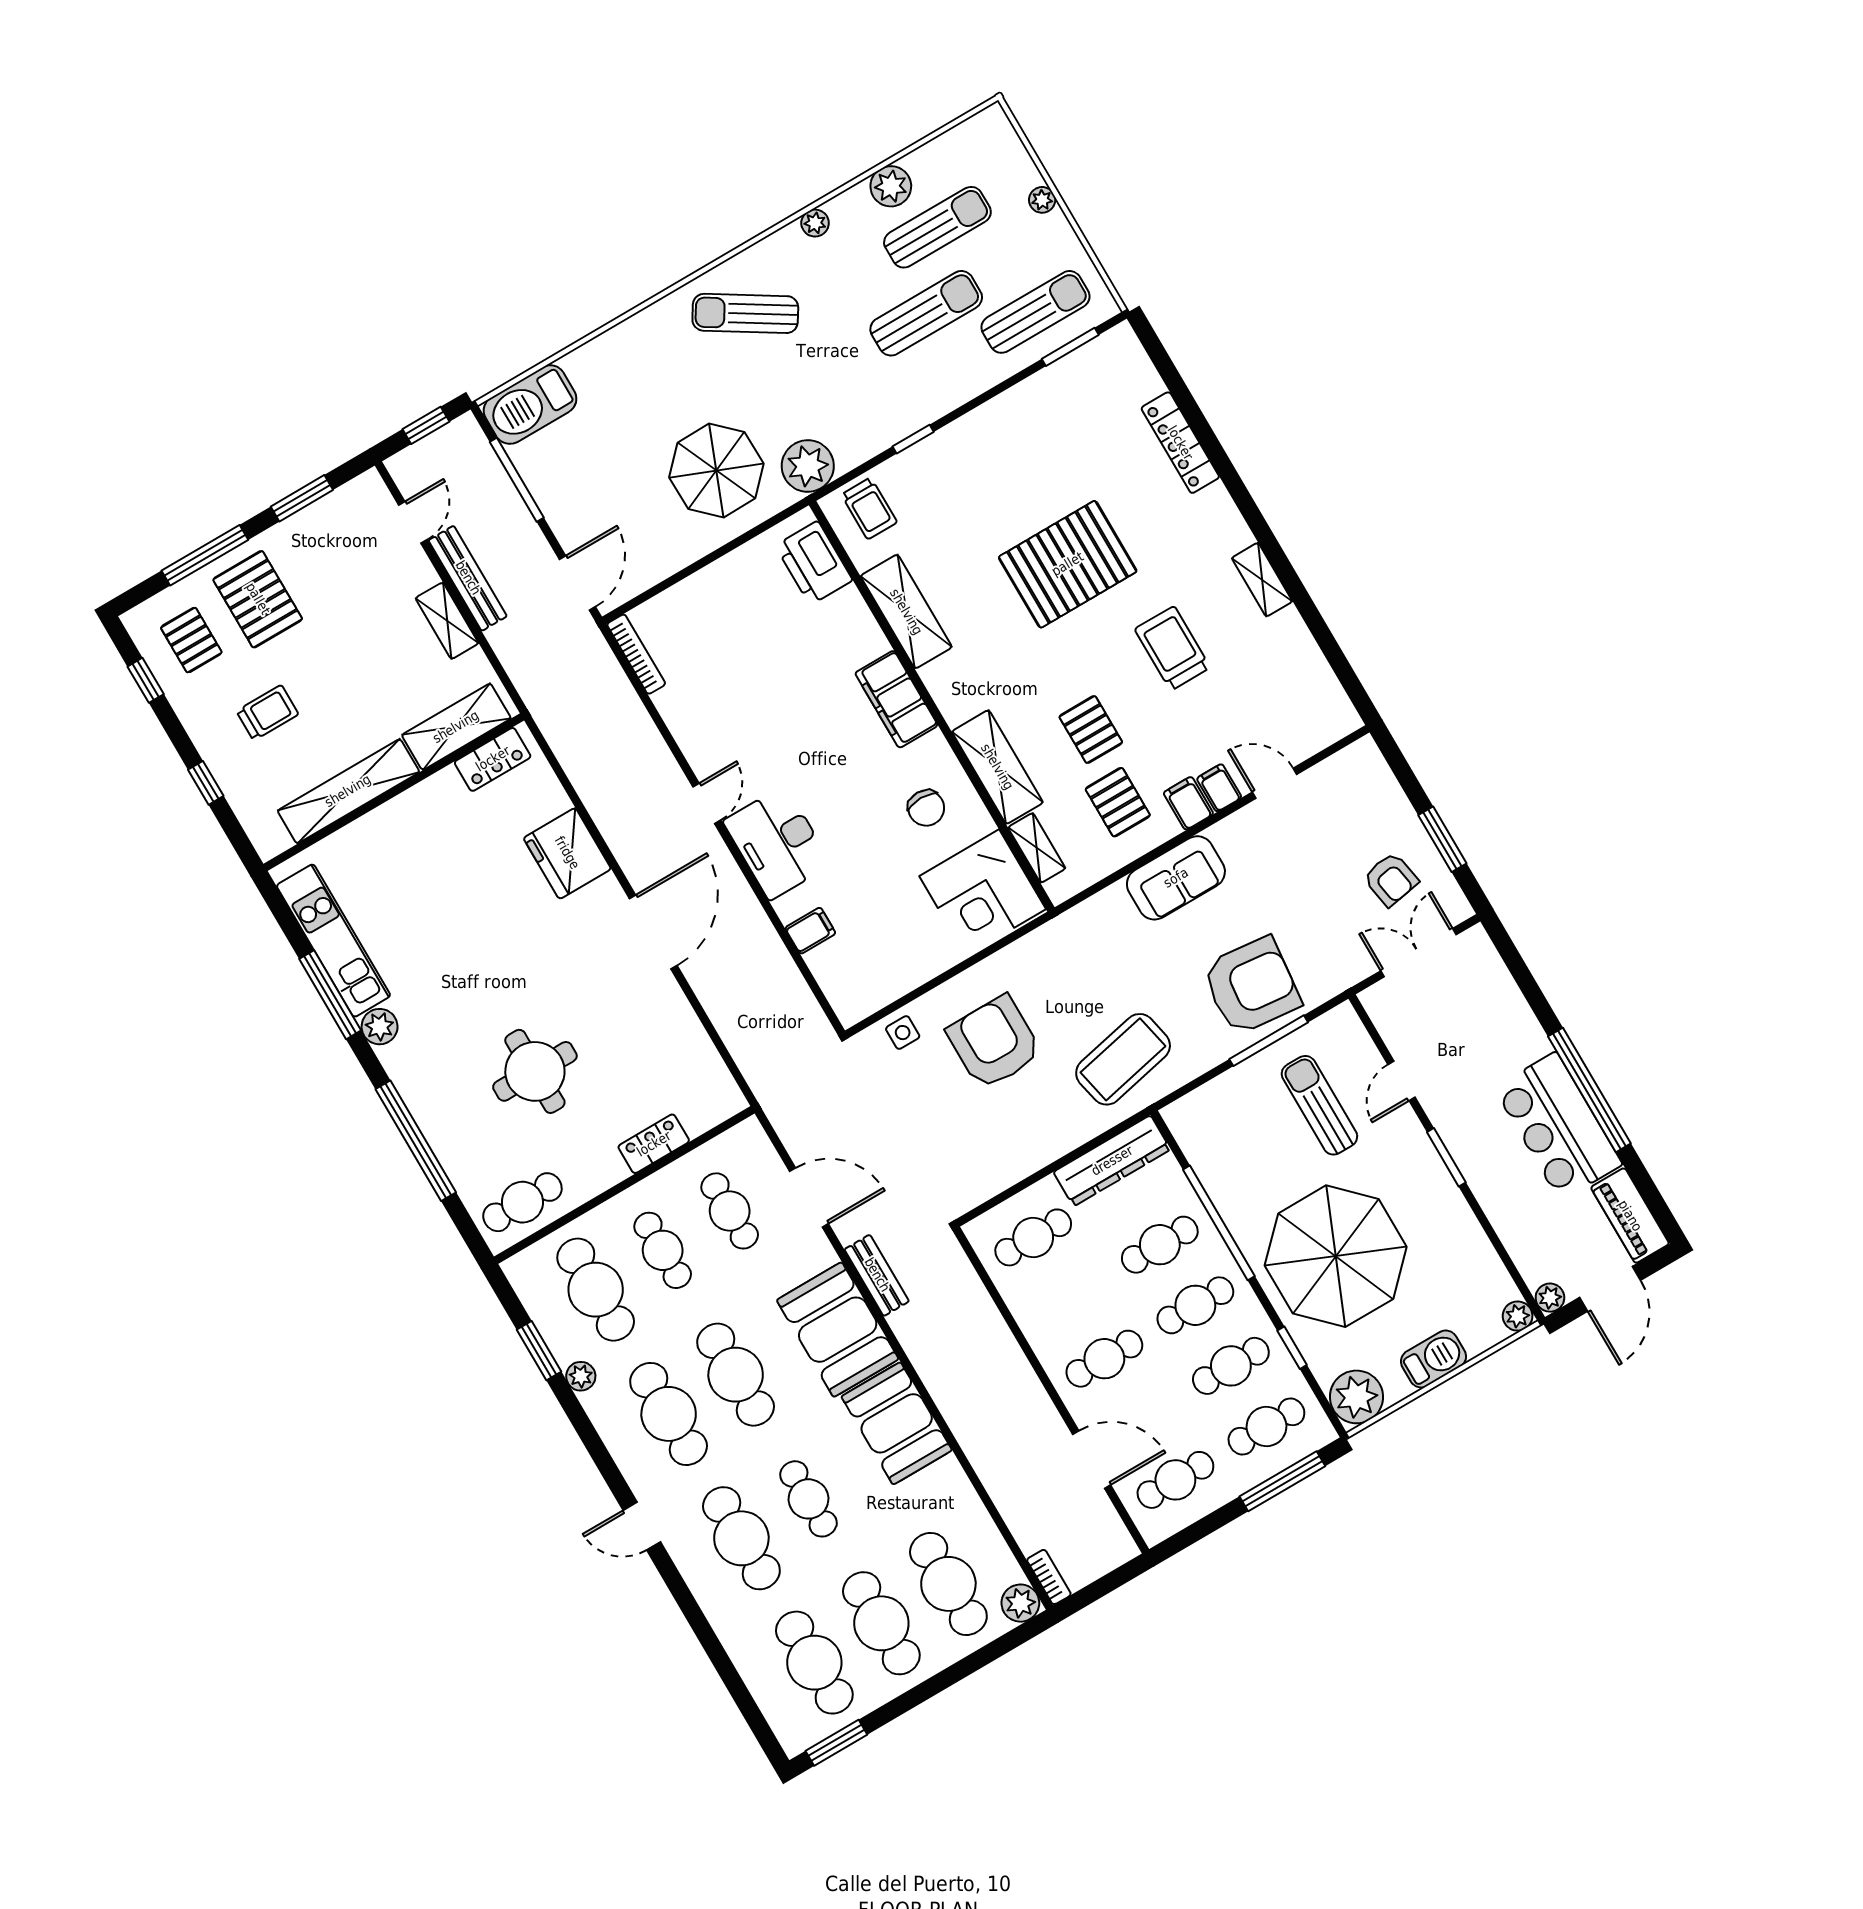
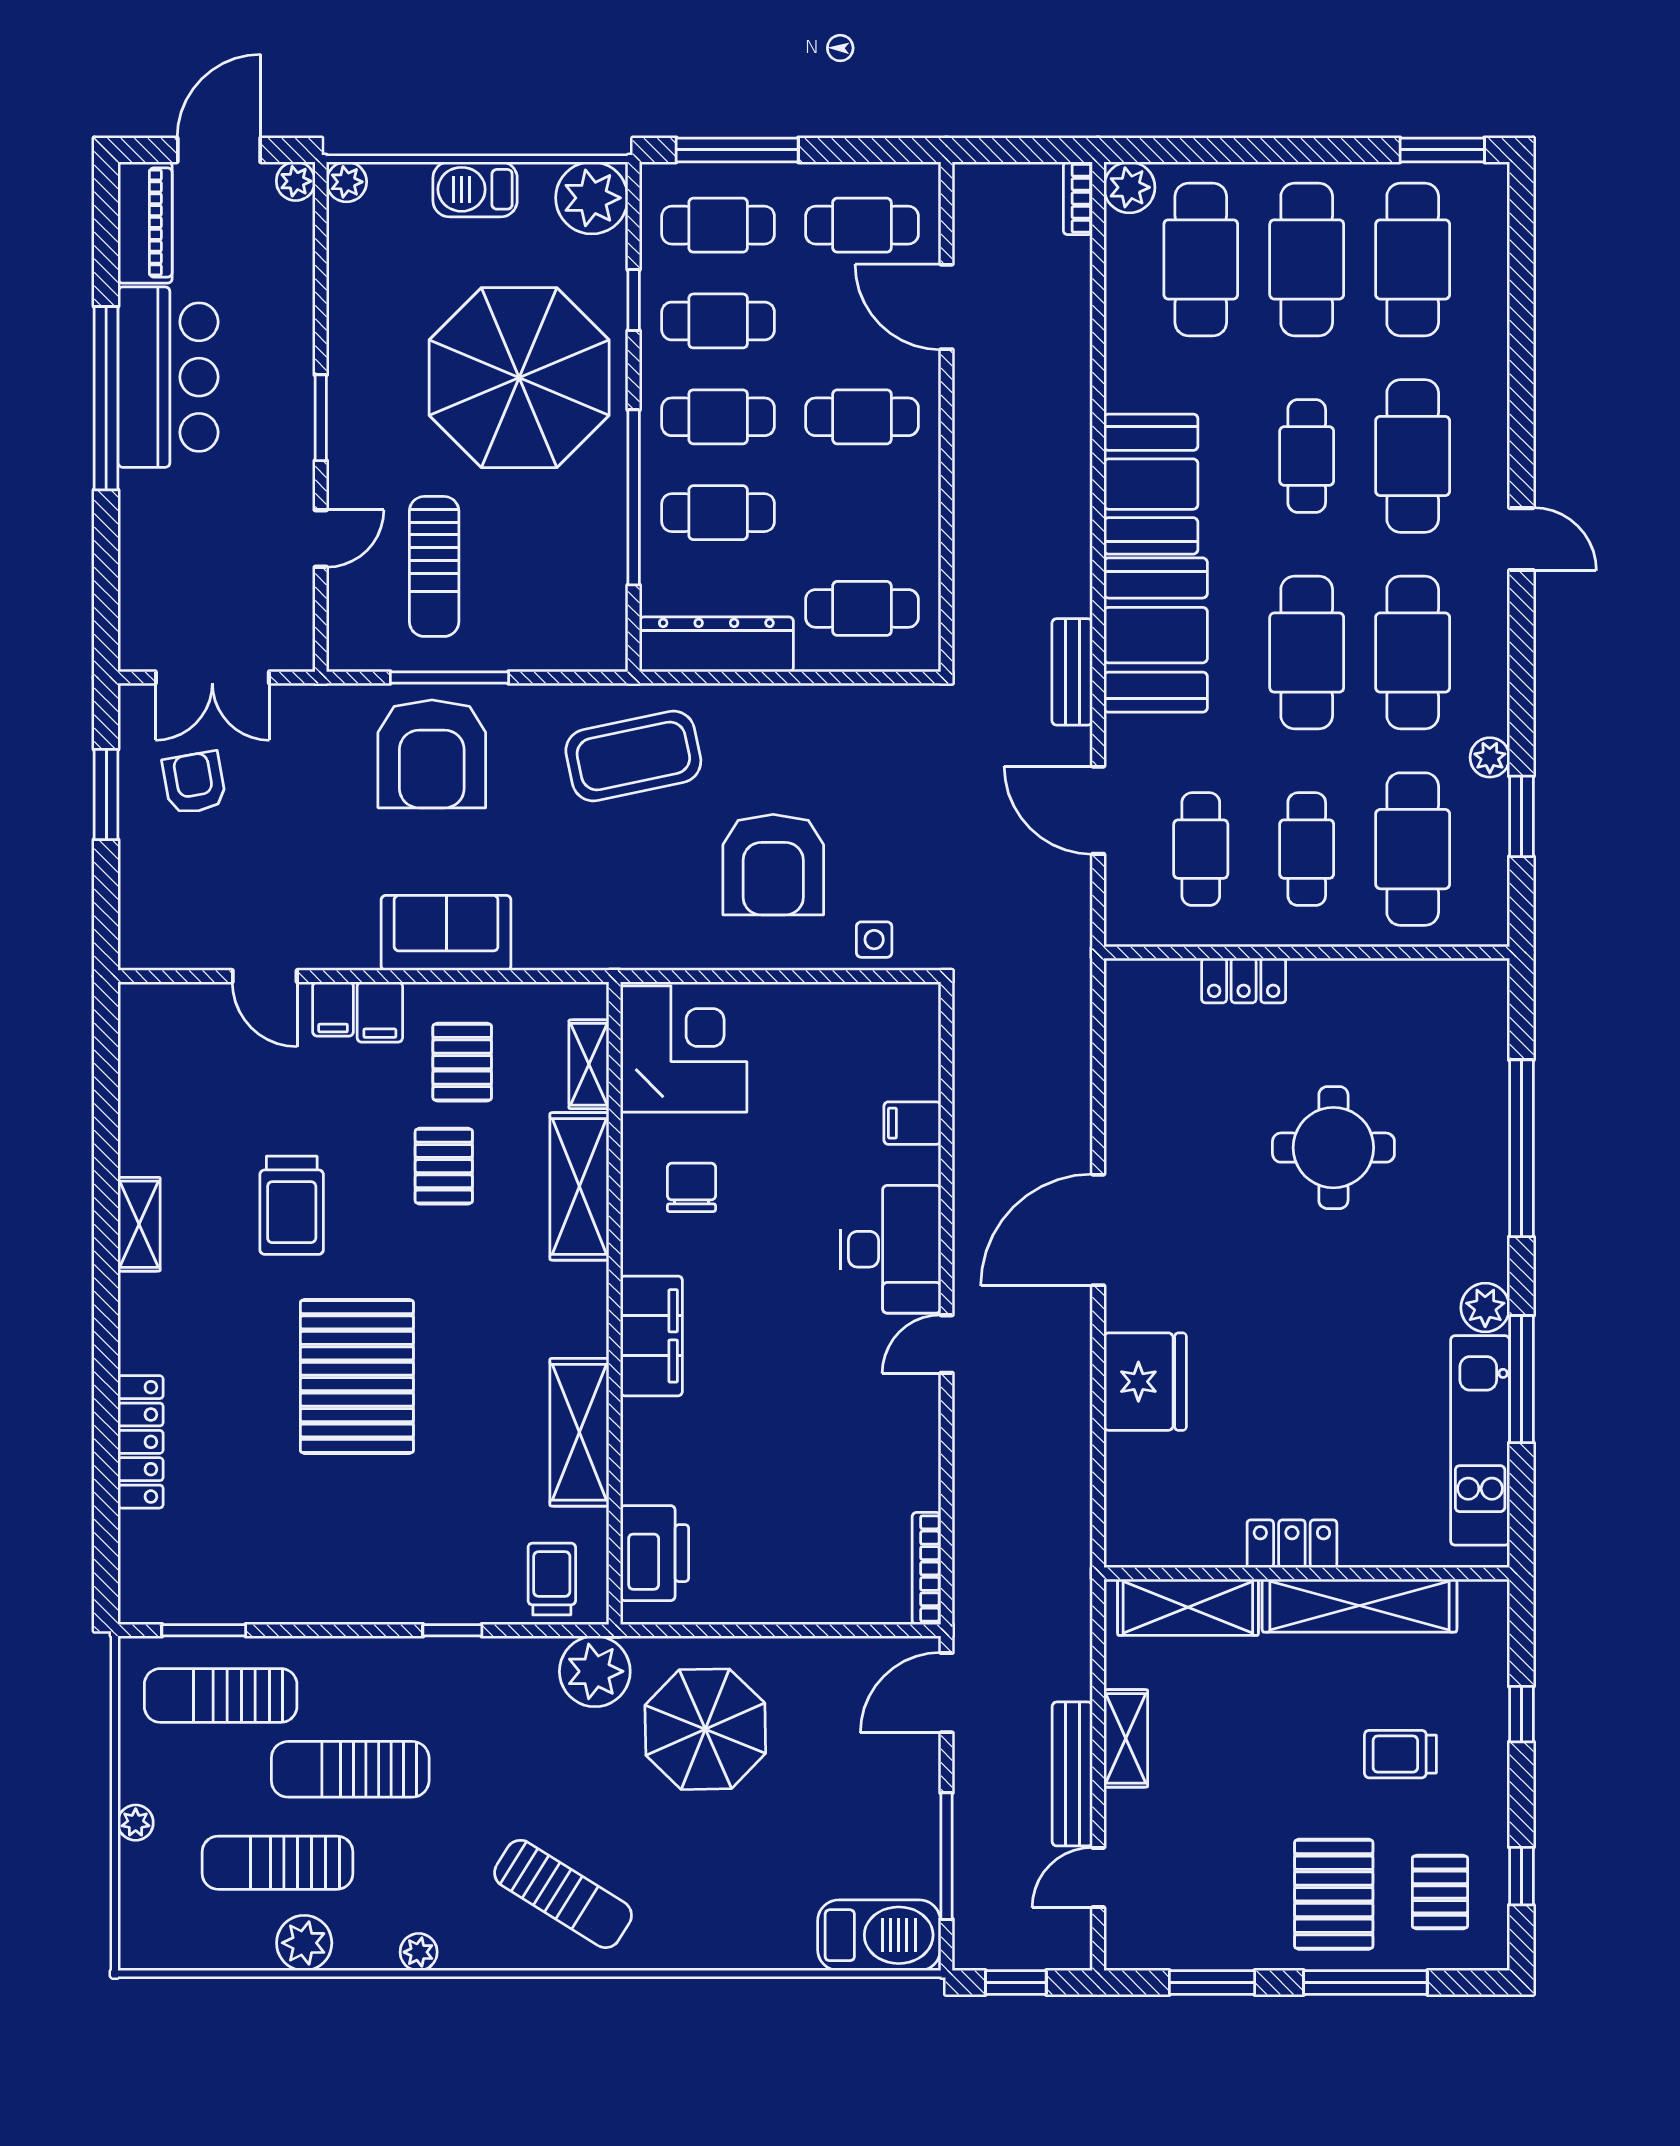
pallet: (1068, 564) -> (357, 1376), turned 90
locker: (493, 759) -> (1292, 1544), moved
armchair: (1251, 986) -> (432, 754), turned -96
cafe table: (522, 1202) -> (1438, 1002), removed

